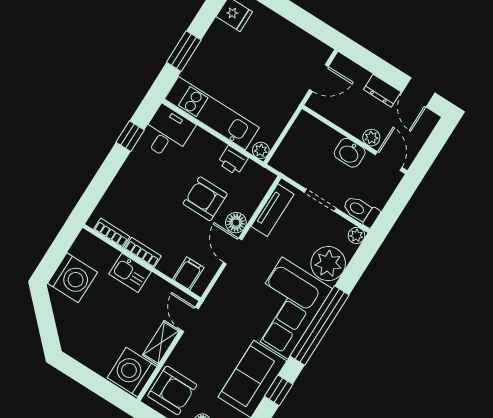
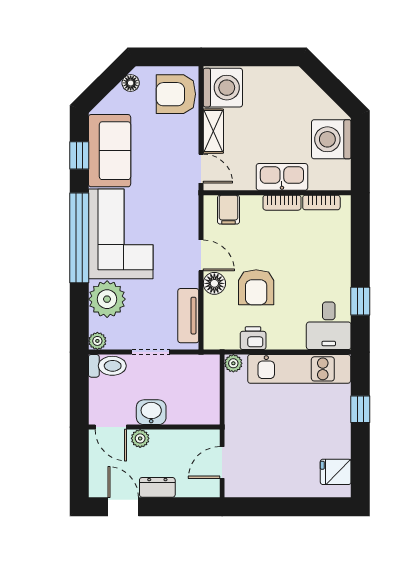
window: (184, 51) -> (360, 409), width x0.67
armchair: (205, 199) -> (256, 287), turned 90
kitchen sink: (130, 273) -> (282, 177), width x1.38

